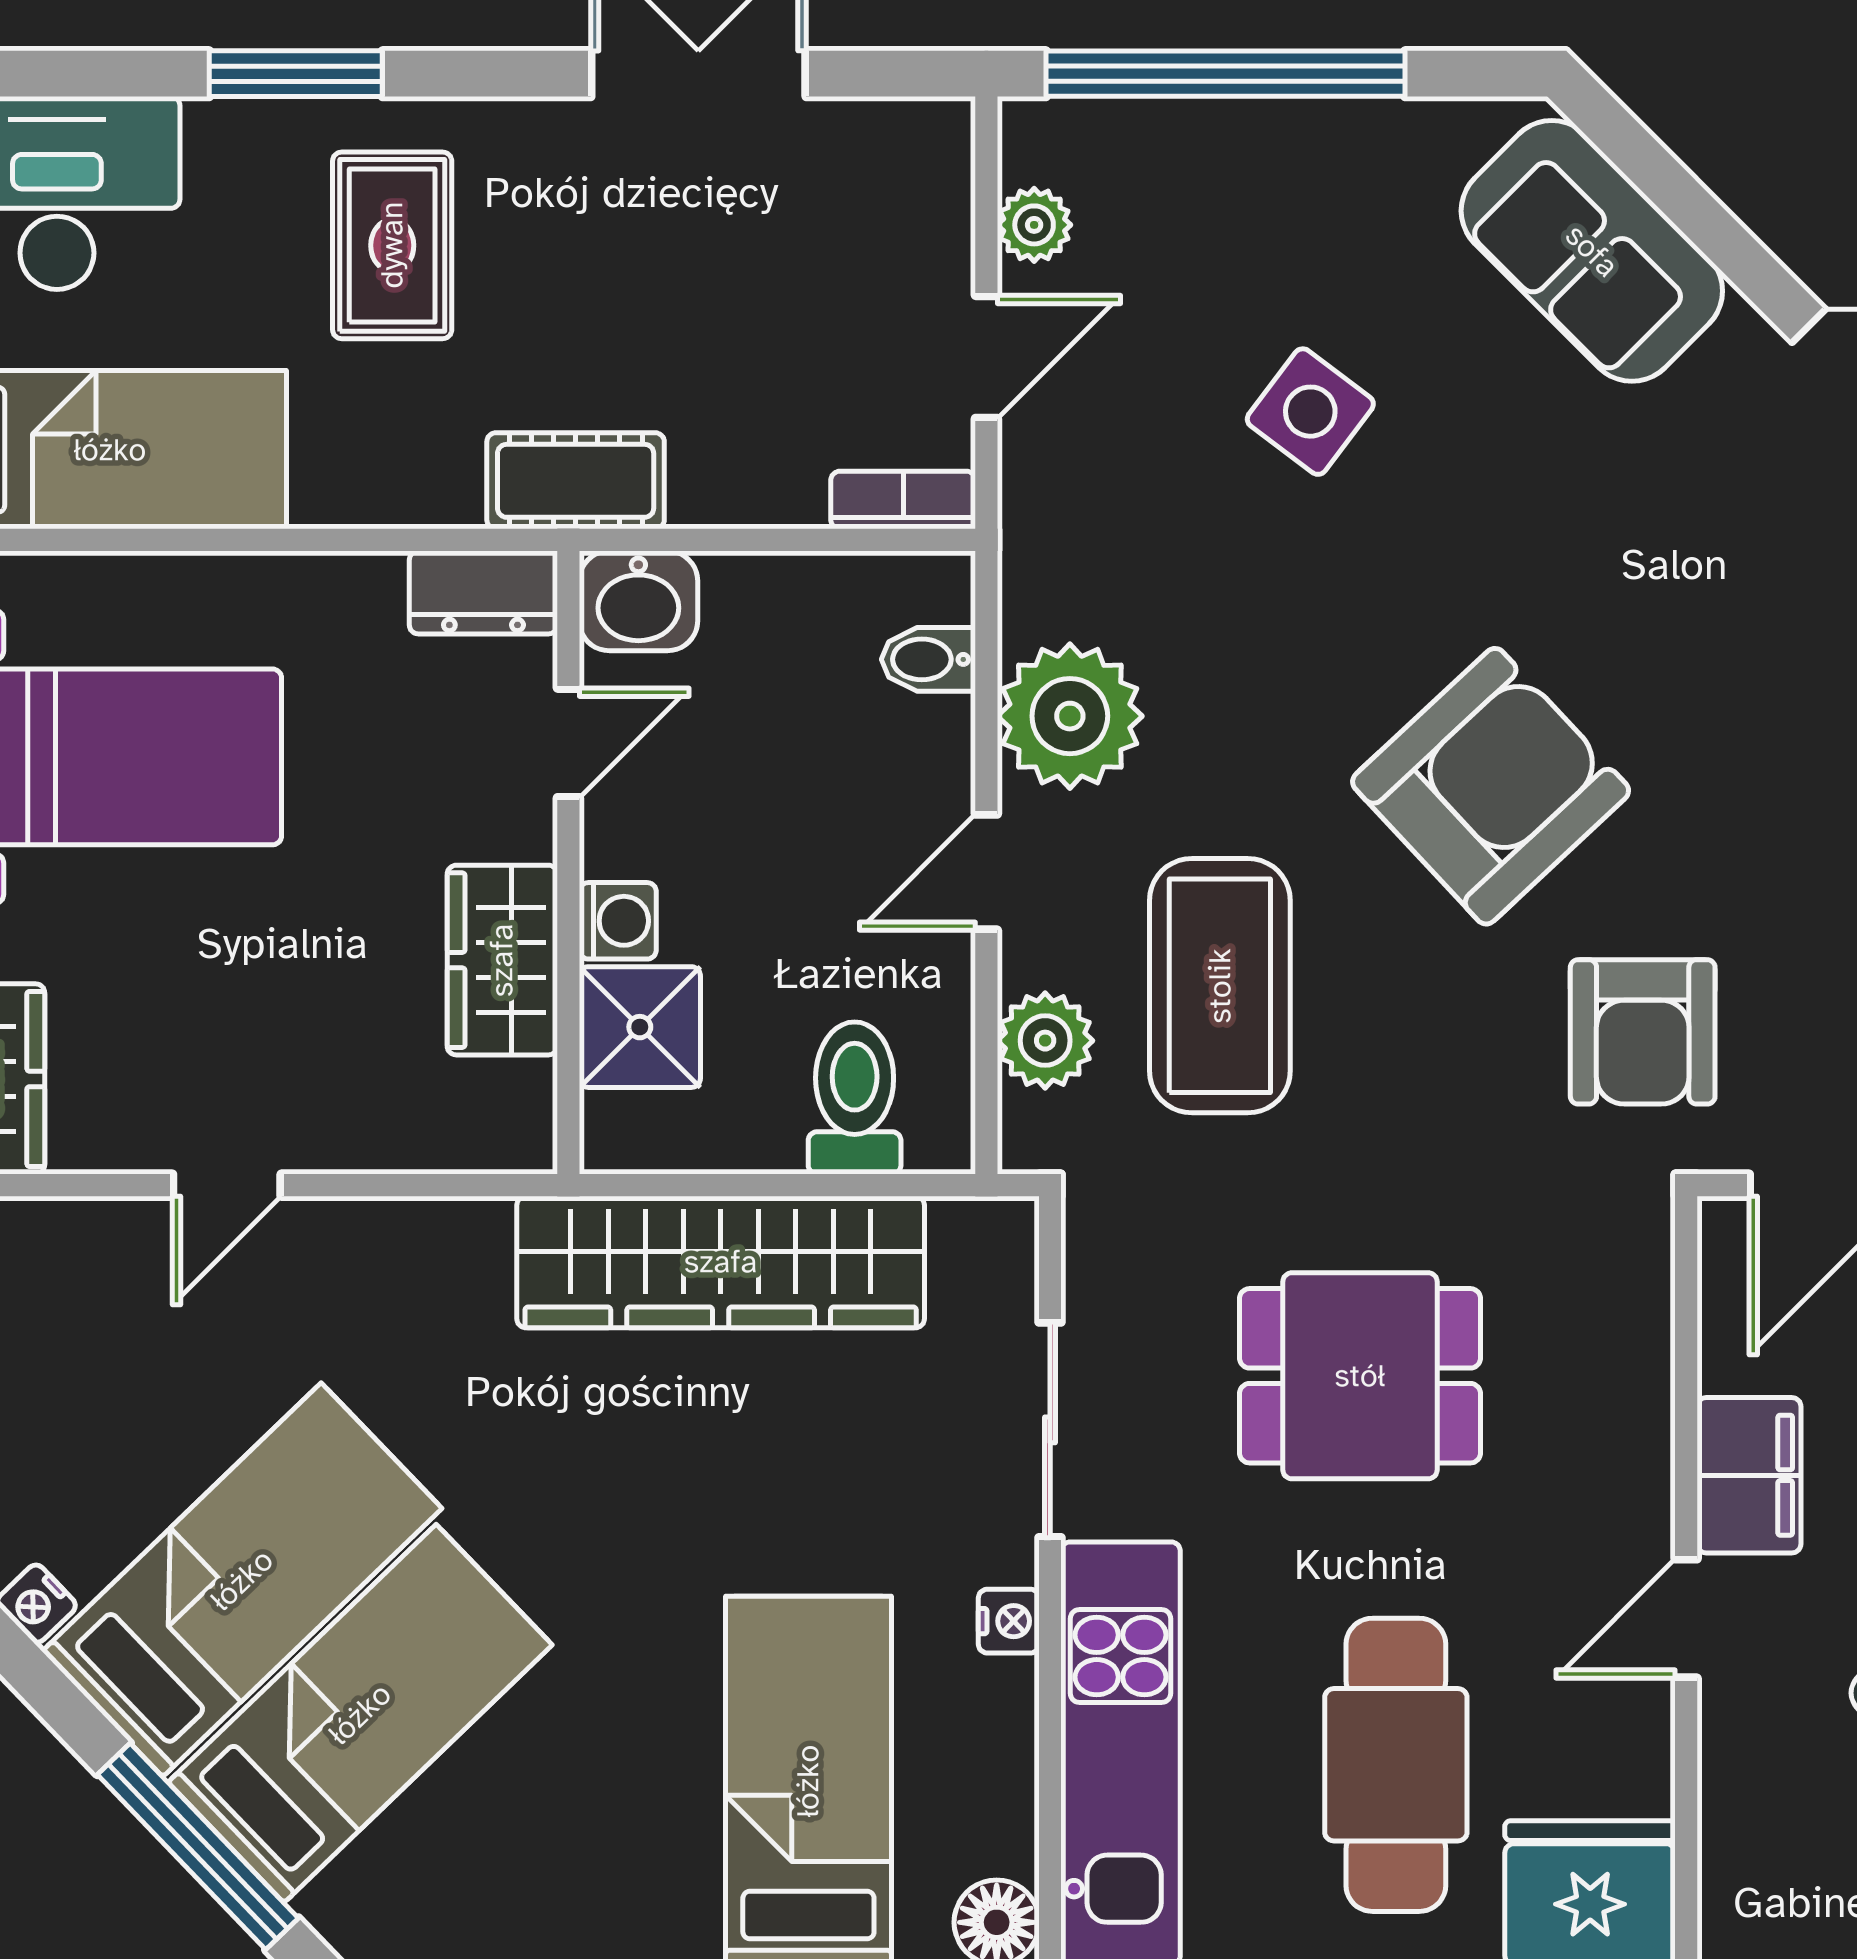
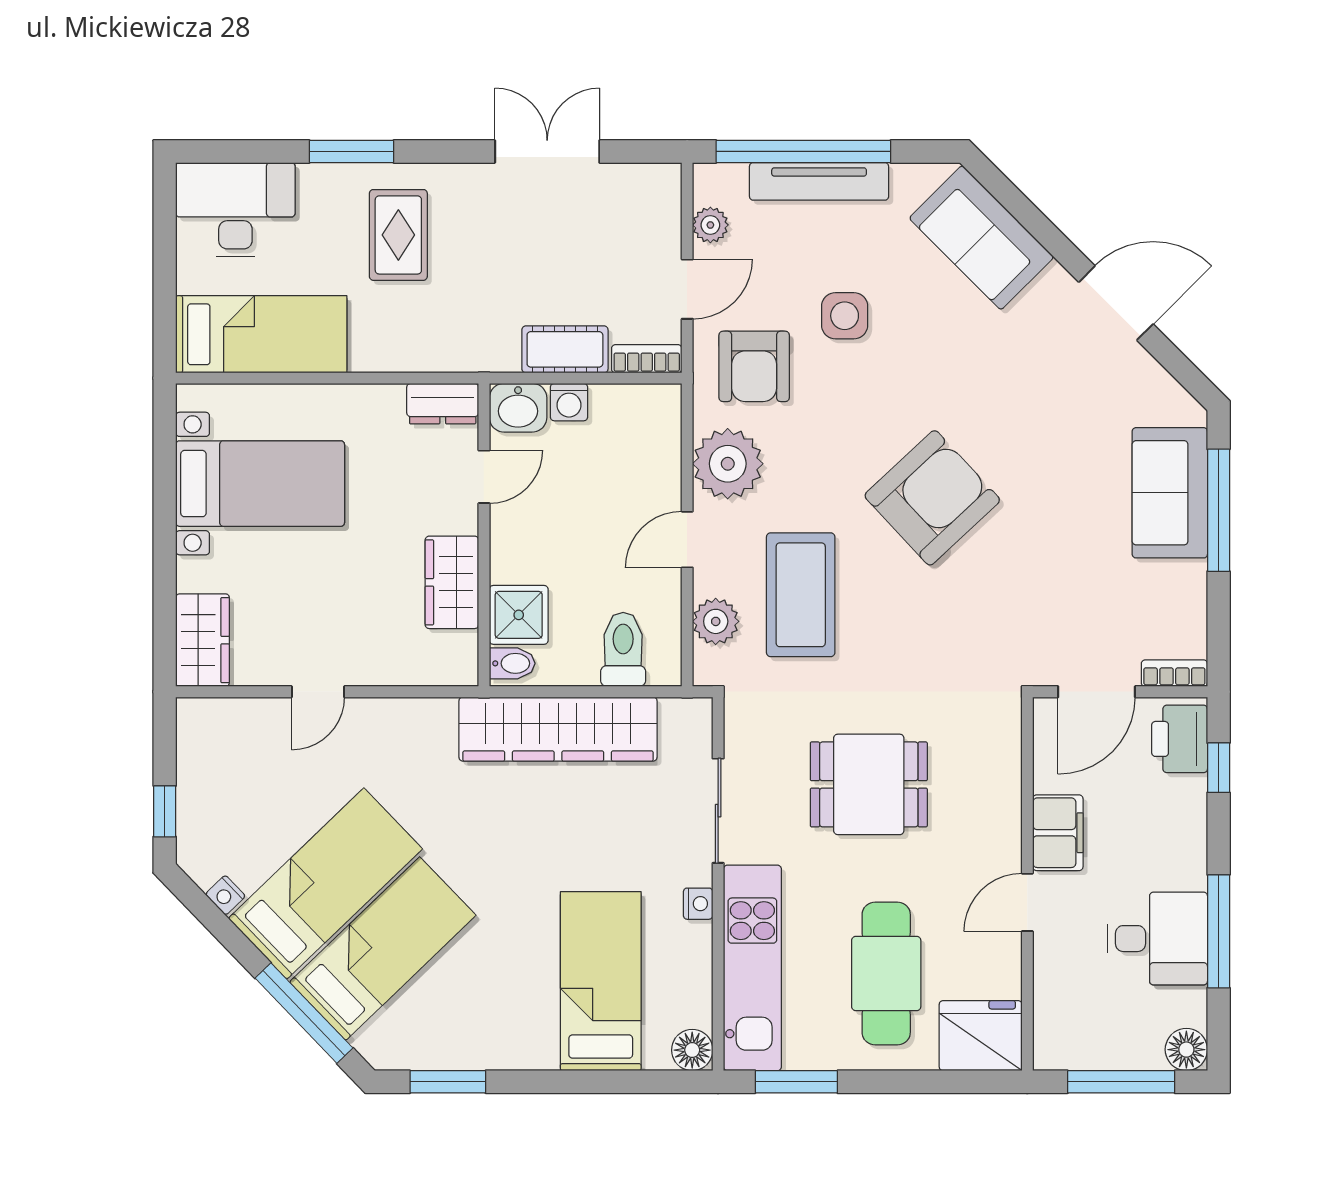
tv unit: (1258, 135) -> (819, 181), added
side table: (1310, 412) -> (845, 316), turned -37
cot: (576, 481) -> (565, 349), moved
bidet: (928, 659) -> (512, 663), moved, turned 180
washing machine: (618, 921) -> (569, 402), moved, turned 90
armchair: (1643, 1032) -> (754, 366), moved

